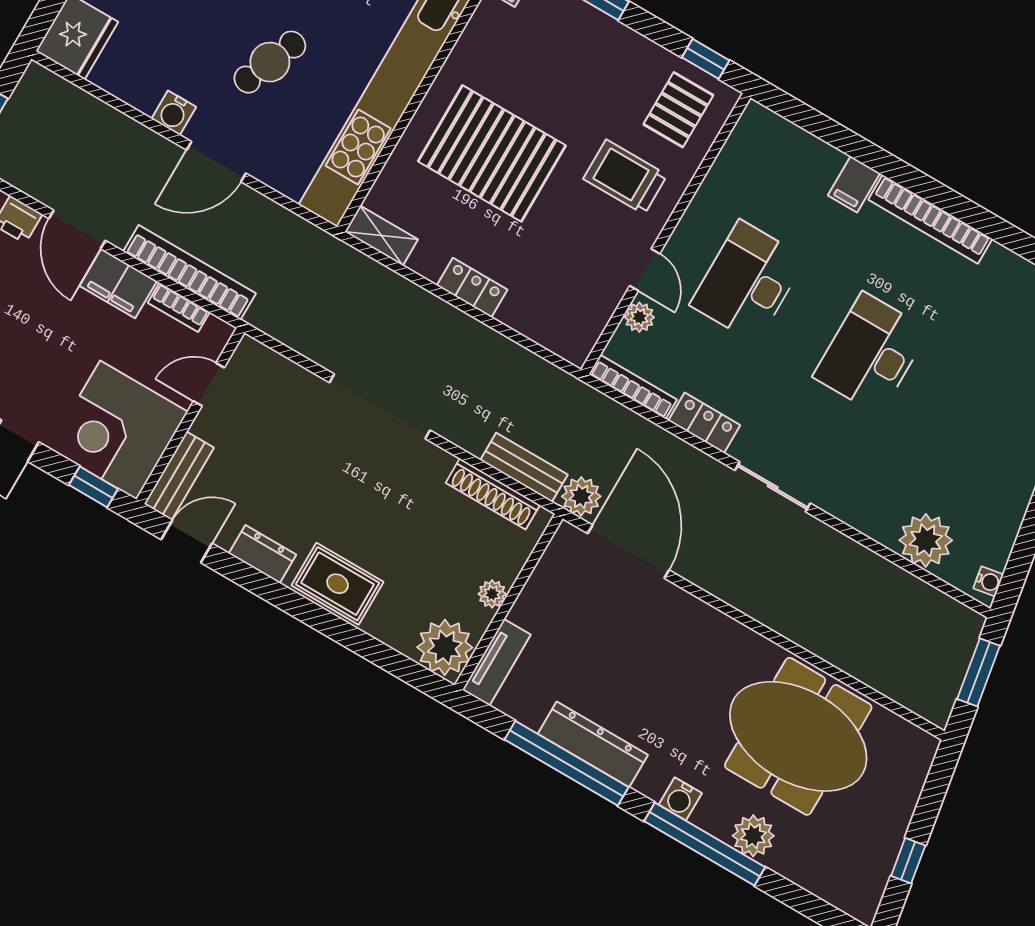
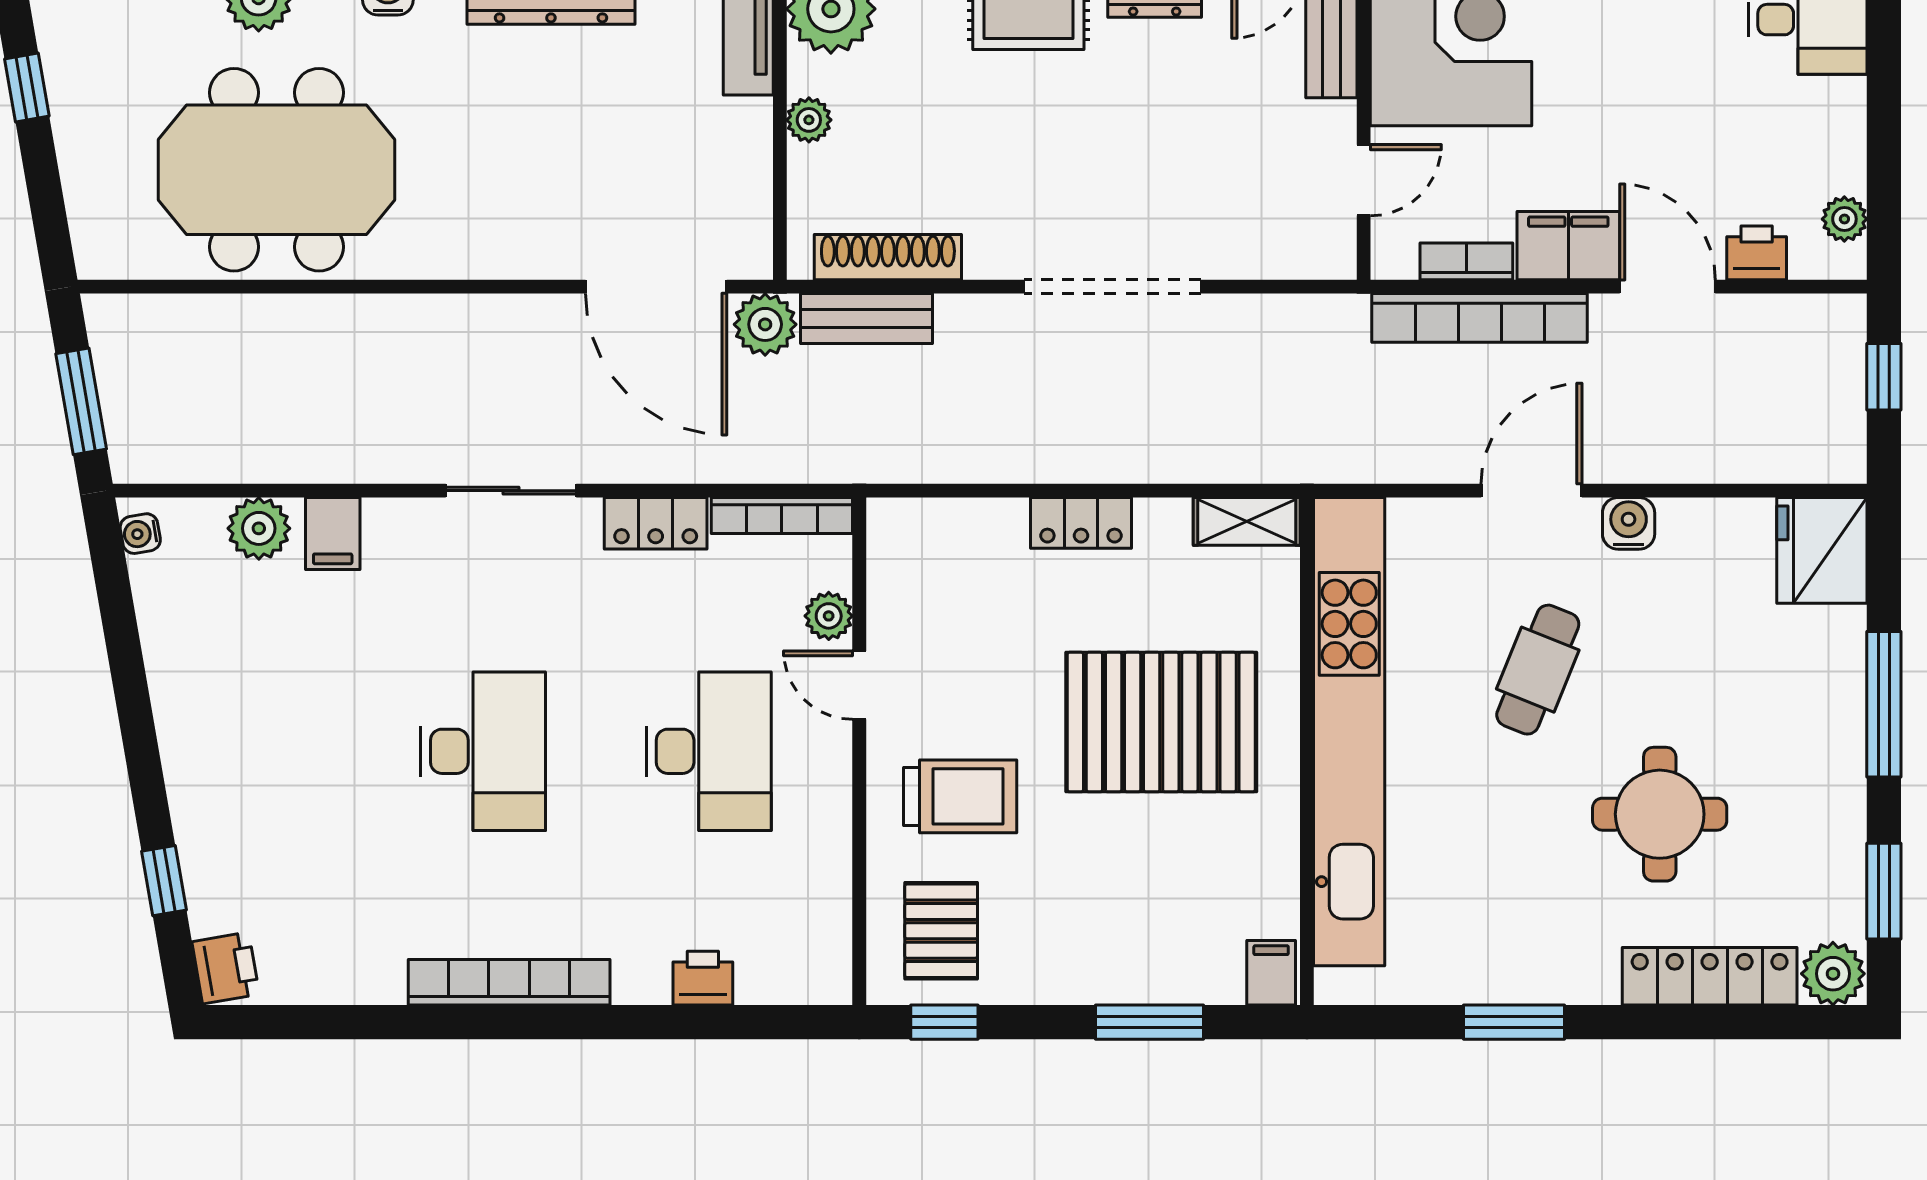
printer: (823, 160) -> (703, 978), added
filing cabinet: (854, 184) -> (333, 534), moved, turned 180
plant: (926, 540) -> (259, 528), width x0.73, depth x0.73

